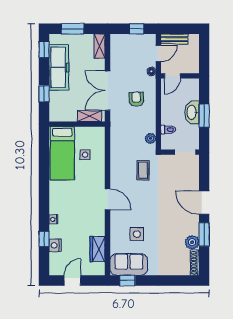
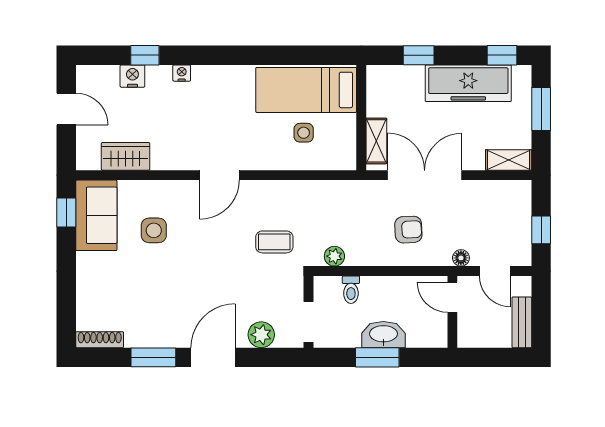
bench: (174, 39) -> (522, 322), moved
plant: (192, 242) -> (261, 335), moved

